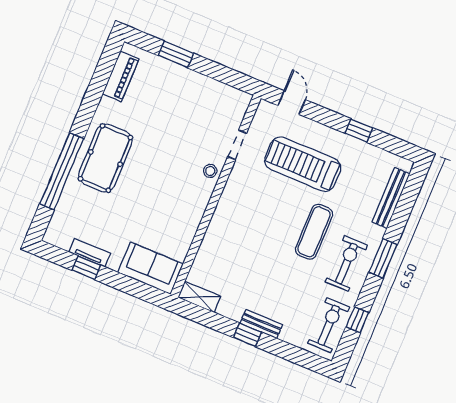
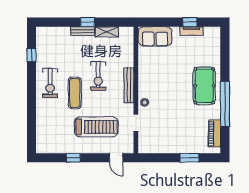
window: (62, 171) -> (225, 104), moved
bench: (391, 198) -> (129, 85), moved
window: (383, 258) -> (31, 94), removed
shelving: (199, 297) -> (107, 32), moved
exercise bike: (329, 325) -> (98, 76), moved

